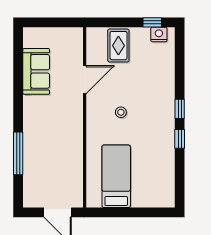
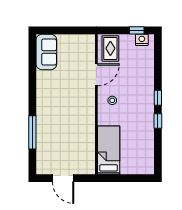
sofa: (36, 71) -> (46, 52), moved
door: (85, 80) -> (96, 75), moved
wall: (85, 117) -> (96, 104), moved

